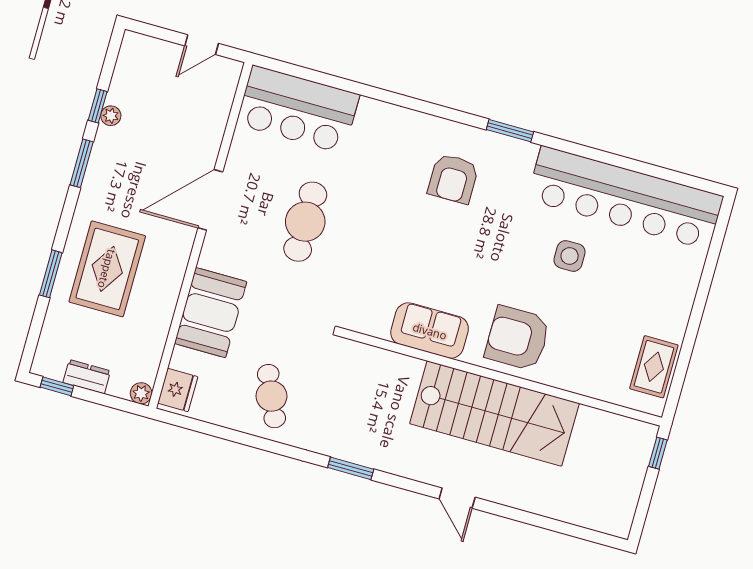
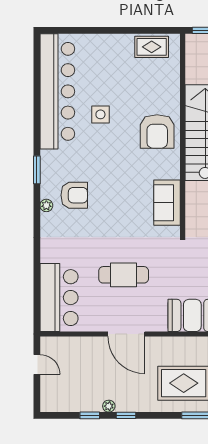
plant: (111, 116) -> (109, 406), moved
plant: (449, 130) -> (46, 205), added
window: (82, 163) -> (126, 415), width x0.67
sofa: (430, 331) -> (167, 203), moved

